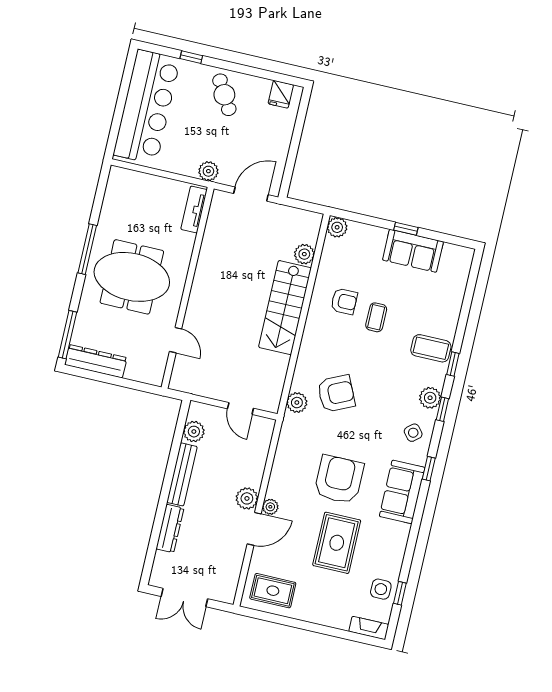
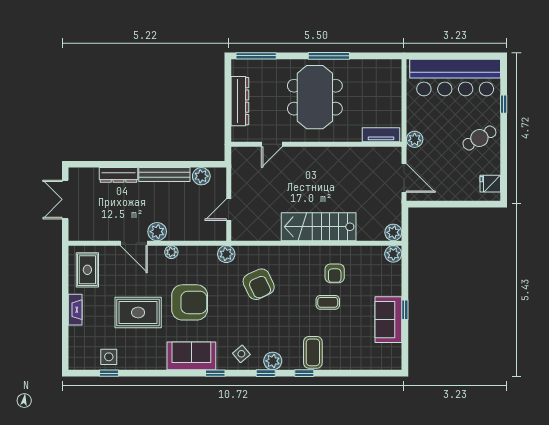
plant: (304, 254) -> (393, 232), moved
dresser: (96, 361) -> (240, 101), moved
plant: (297, 403) -> (226, 254), moved
plant: (270, 507) -> (171, 252), moved
fireplace: (369, 628) -> (75, 310), moved

